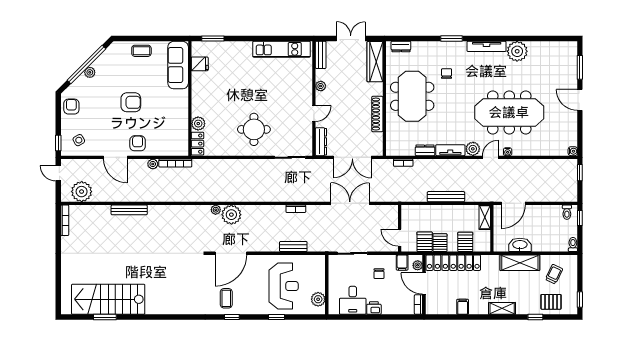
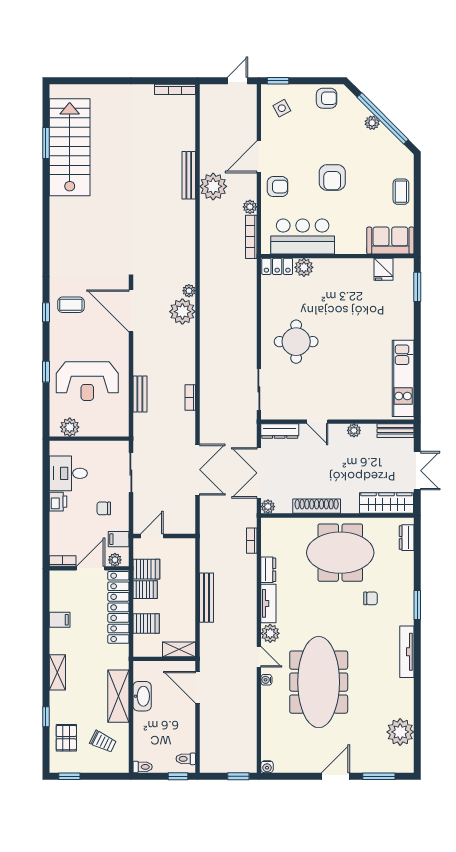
plant: (517, 51) -> (400, 732), moved
sofa: (178, 65) -> (390, 241), width x0.73
bar counter: (175, 125) -> (303, 236), added
plant: (378, 151) -> (268, 507), added
plant: (82, 192) -> (213, 186), moved

